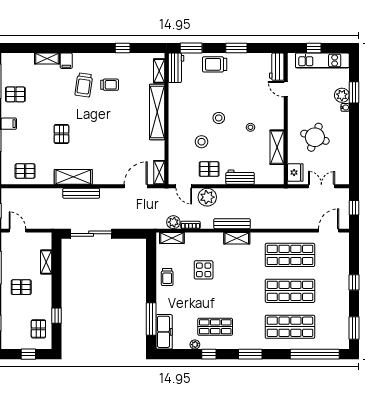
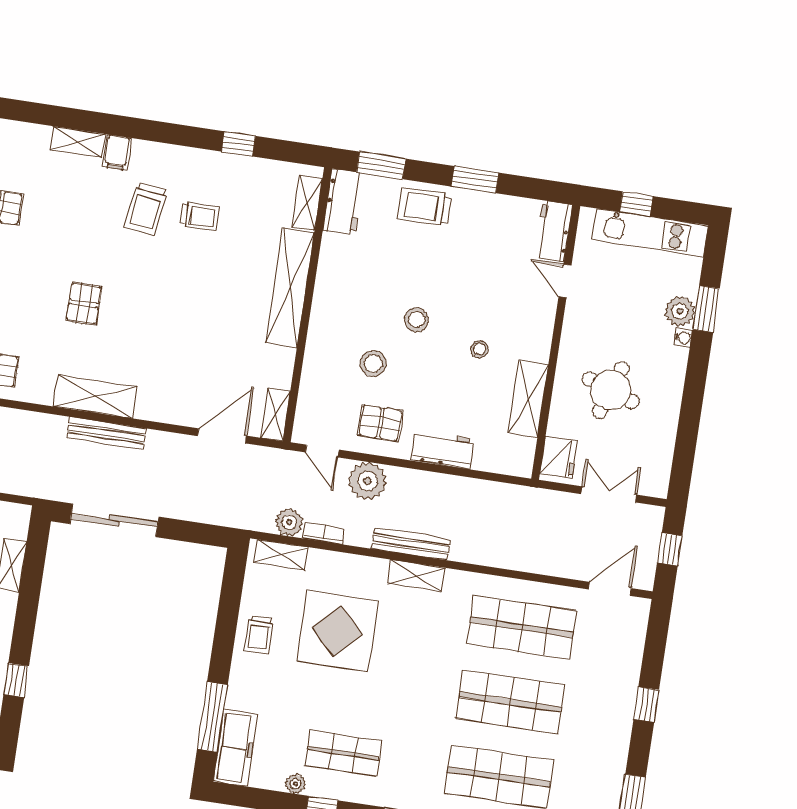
display table: (204, 270) -> (337, 631), width x1.86, depth x1.86

